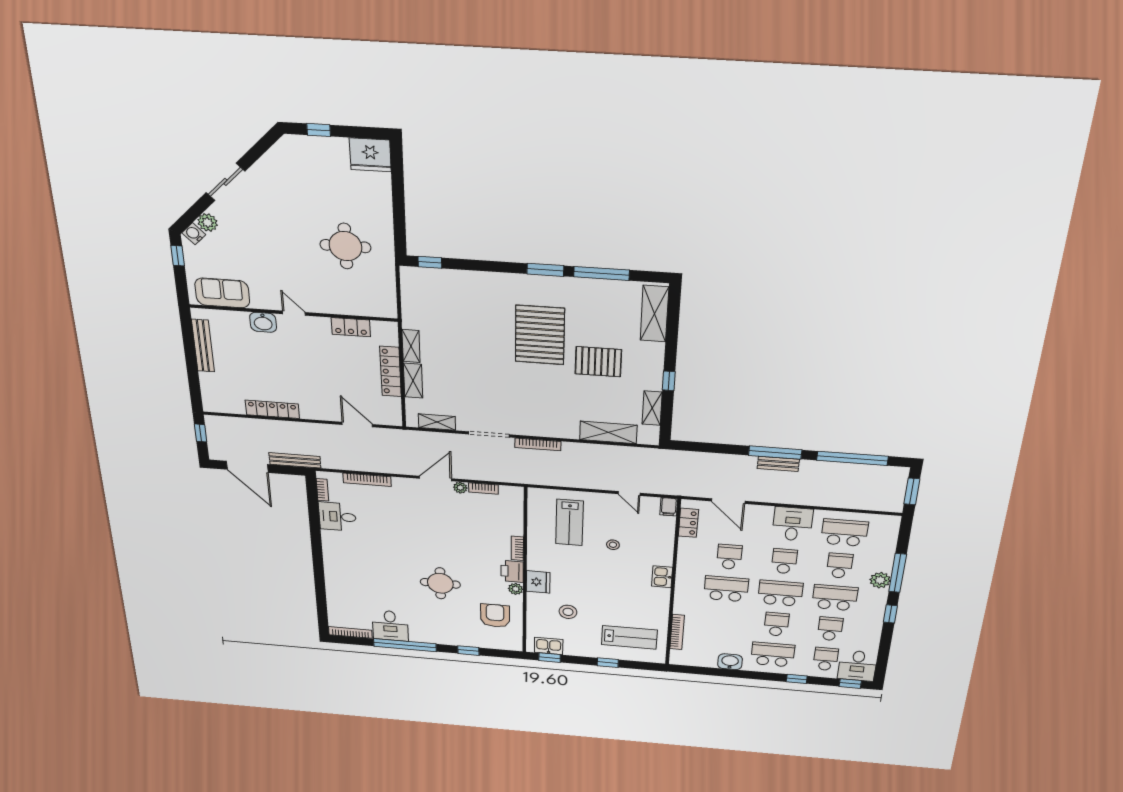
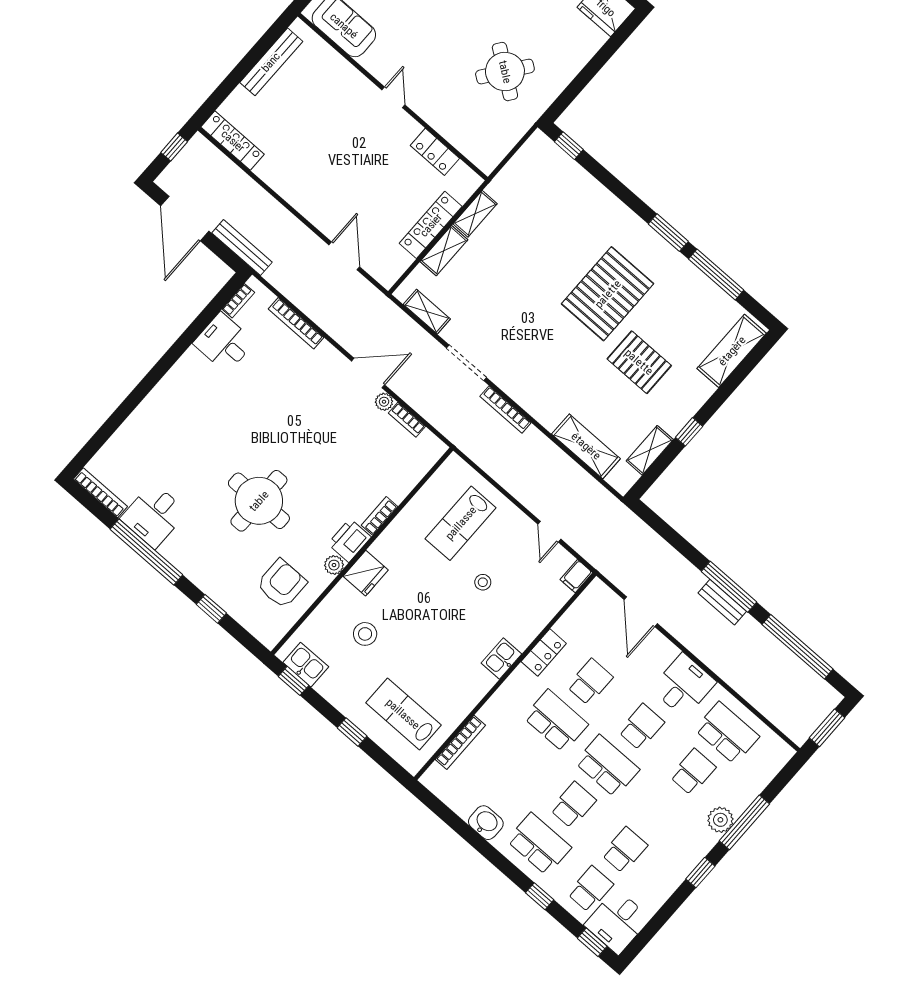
round table: (345, 246) -> (505, 72), turned 36
washbasin: (263, 322) -> (355, 84), removed
locker: (272, 409) -> (233, 141), moved
locker: (688, 523) -> (544, 653), moved
round table: (440, 583) -> (259, 501), width x1.36, depth x1.36
school desk: (835, 598) -> (659, 811), removed
lab bench: (629, 637) -> (403, 714), turned 180

